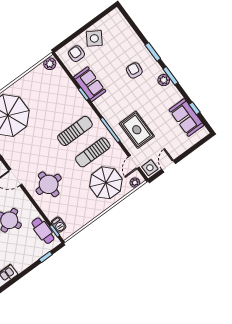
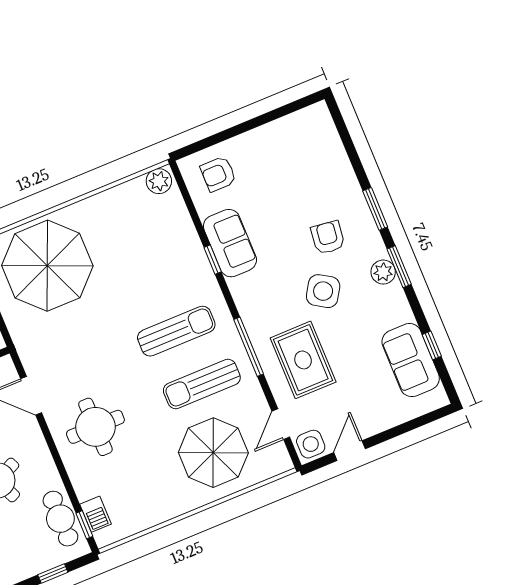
side table: (94, 38) -> (323, 291), moved
armchair: (76, 54) -> (218, 174), turned -90
plant: (135, 183) -> (273, 467), removed

